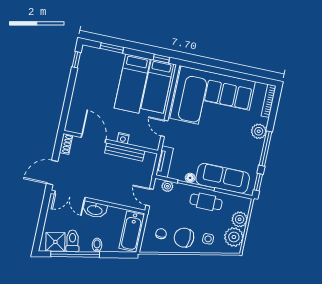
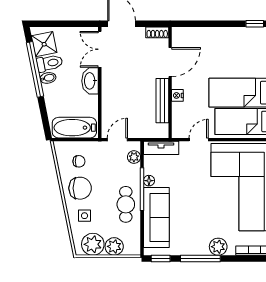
chair: (184, 238) -> (80, 188), turned 90
bidet: (97, 245) -> (48, 78), moved

